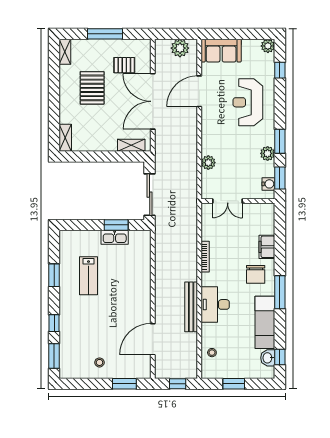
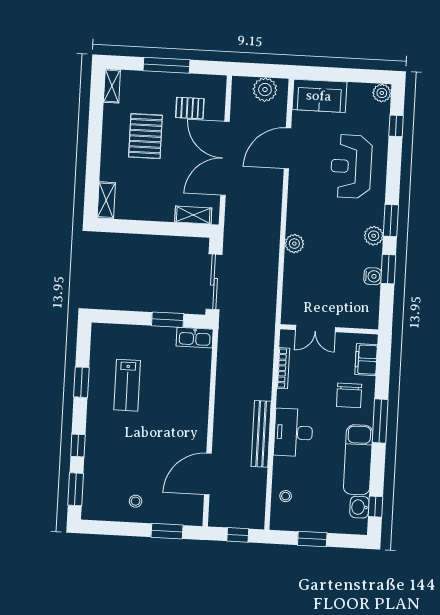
double door: (228, 201) -> (315, 329), moved
wall: (238, 201) -> (329, 329), moved
kitchen sink: (115, 237) -> (195, 338), moved

